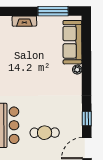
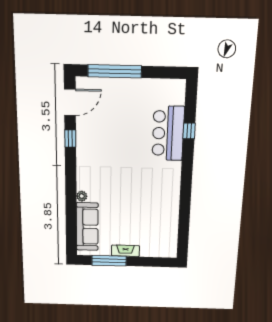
fireplace: (24, 21) -> (125, 251), moved
cafe table: (45, 133) -> (122, 123), removed

